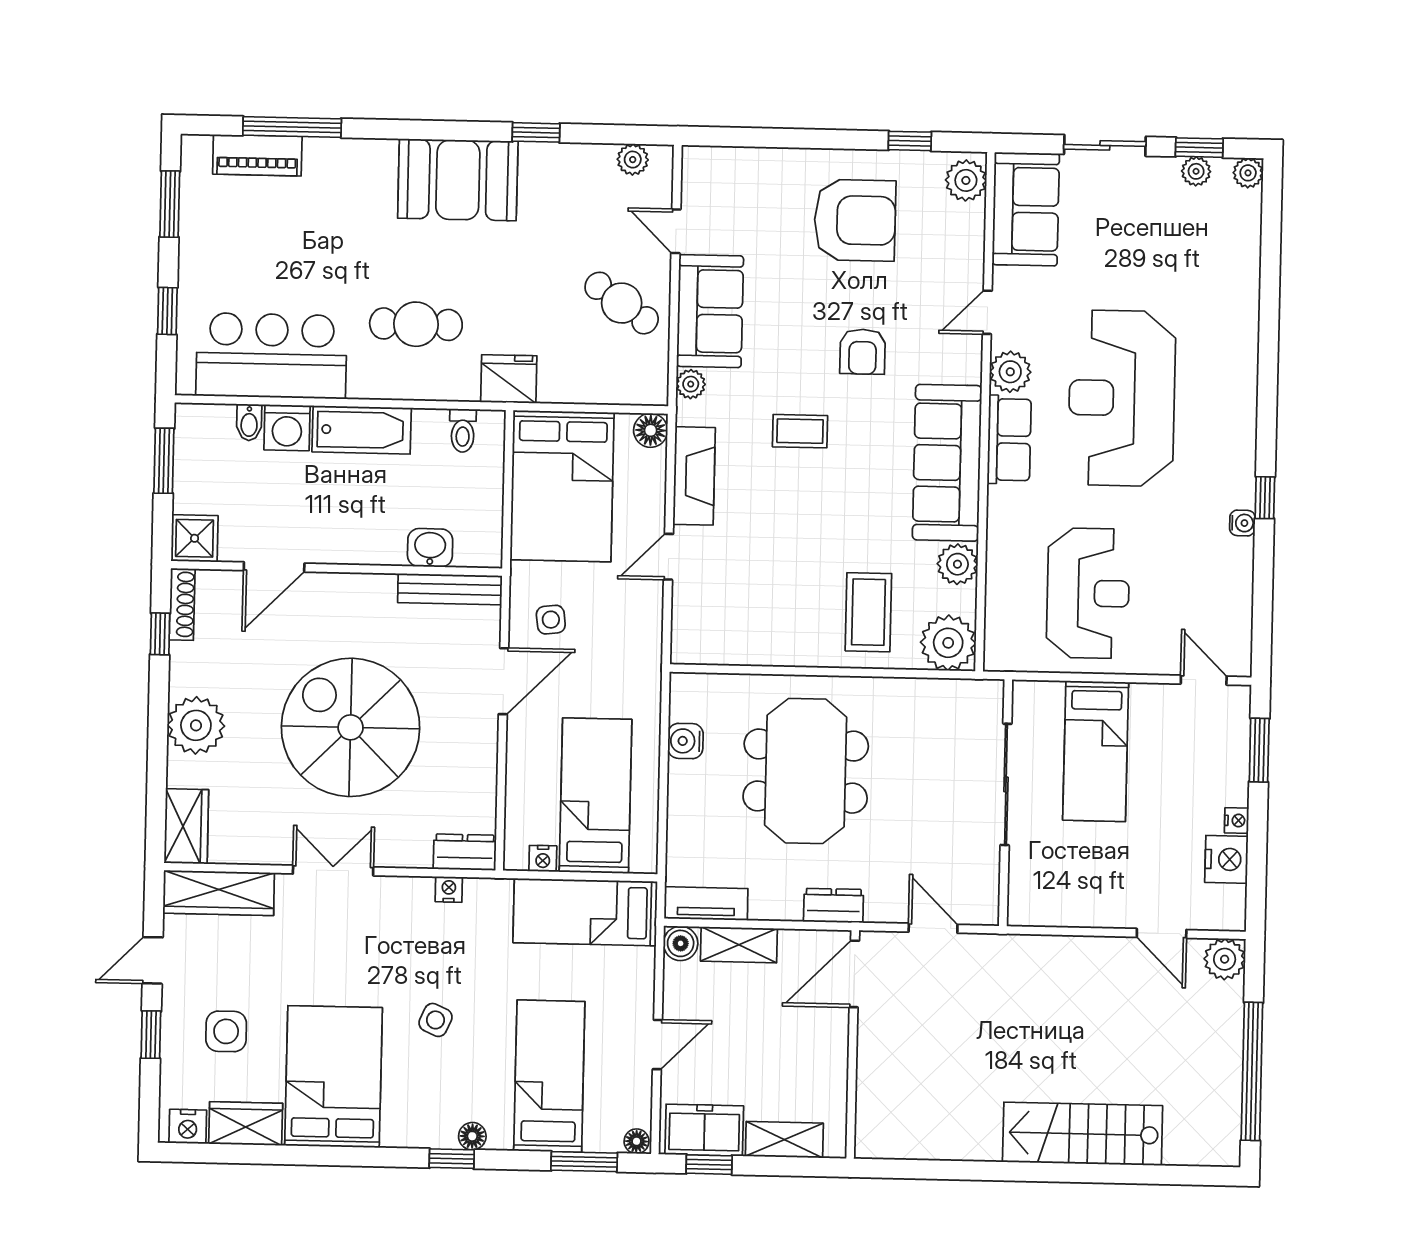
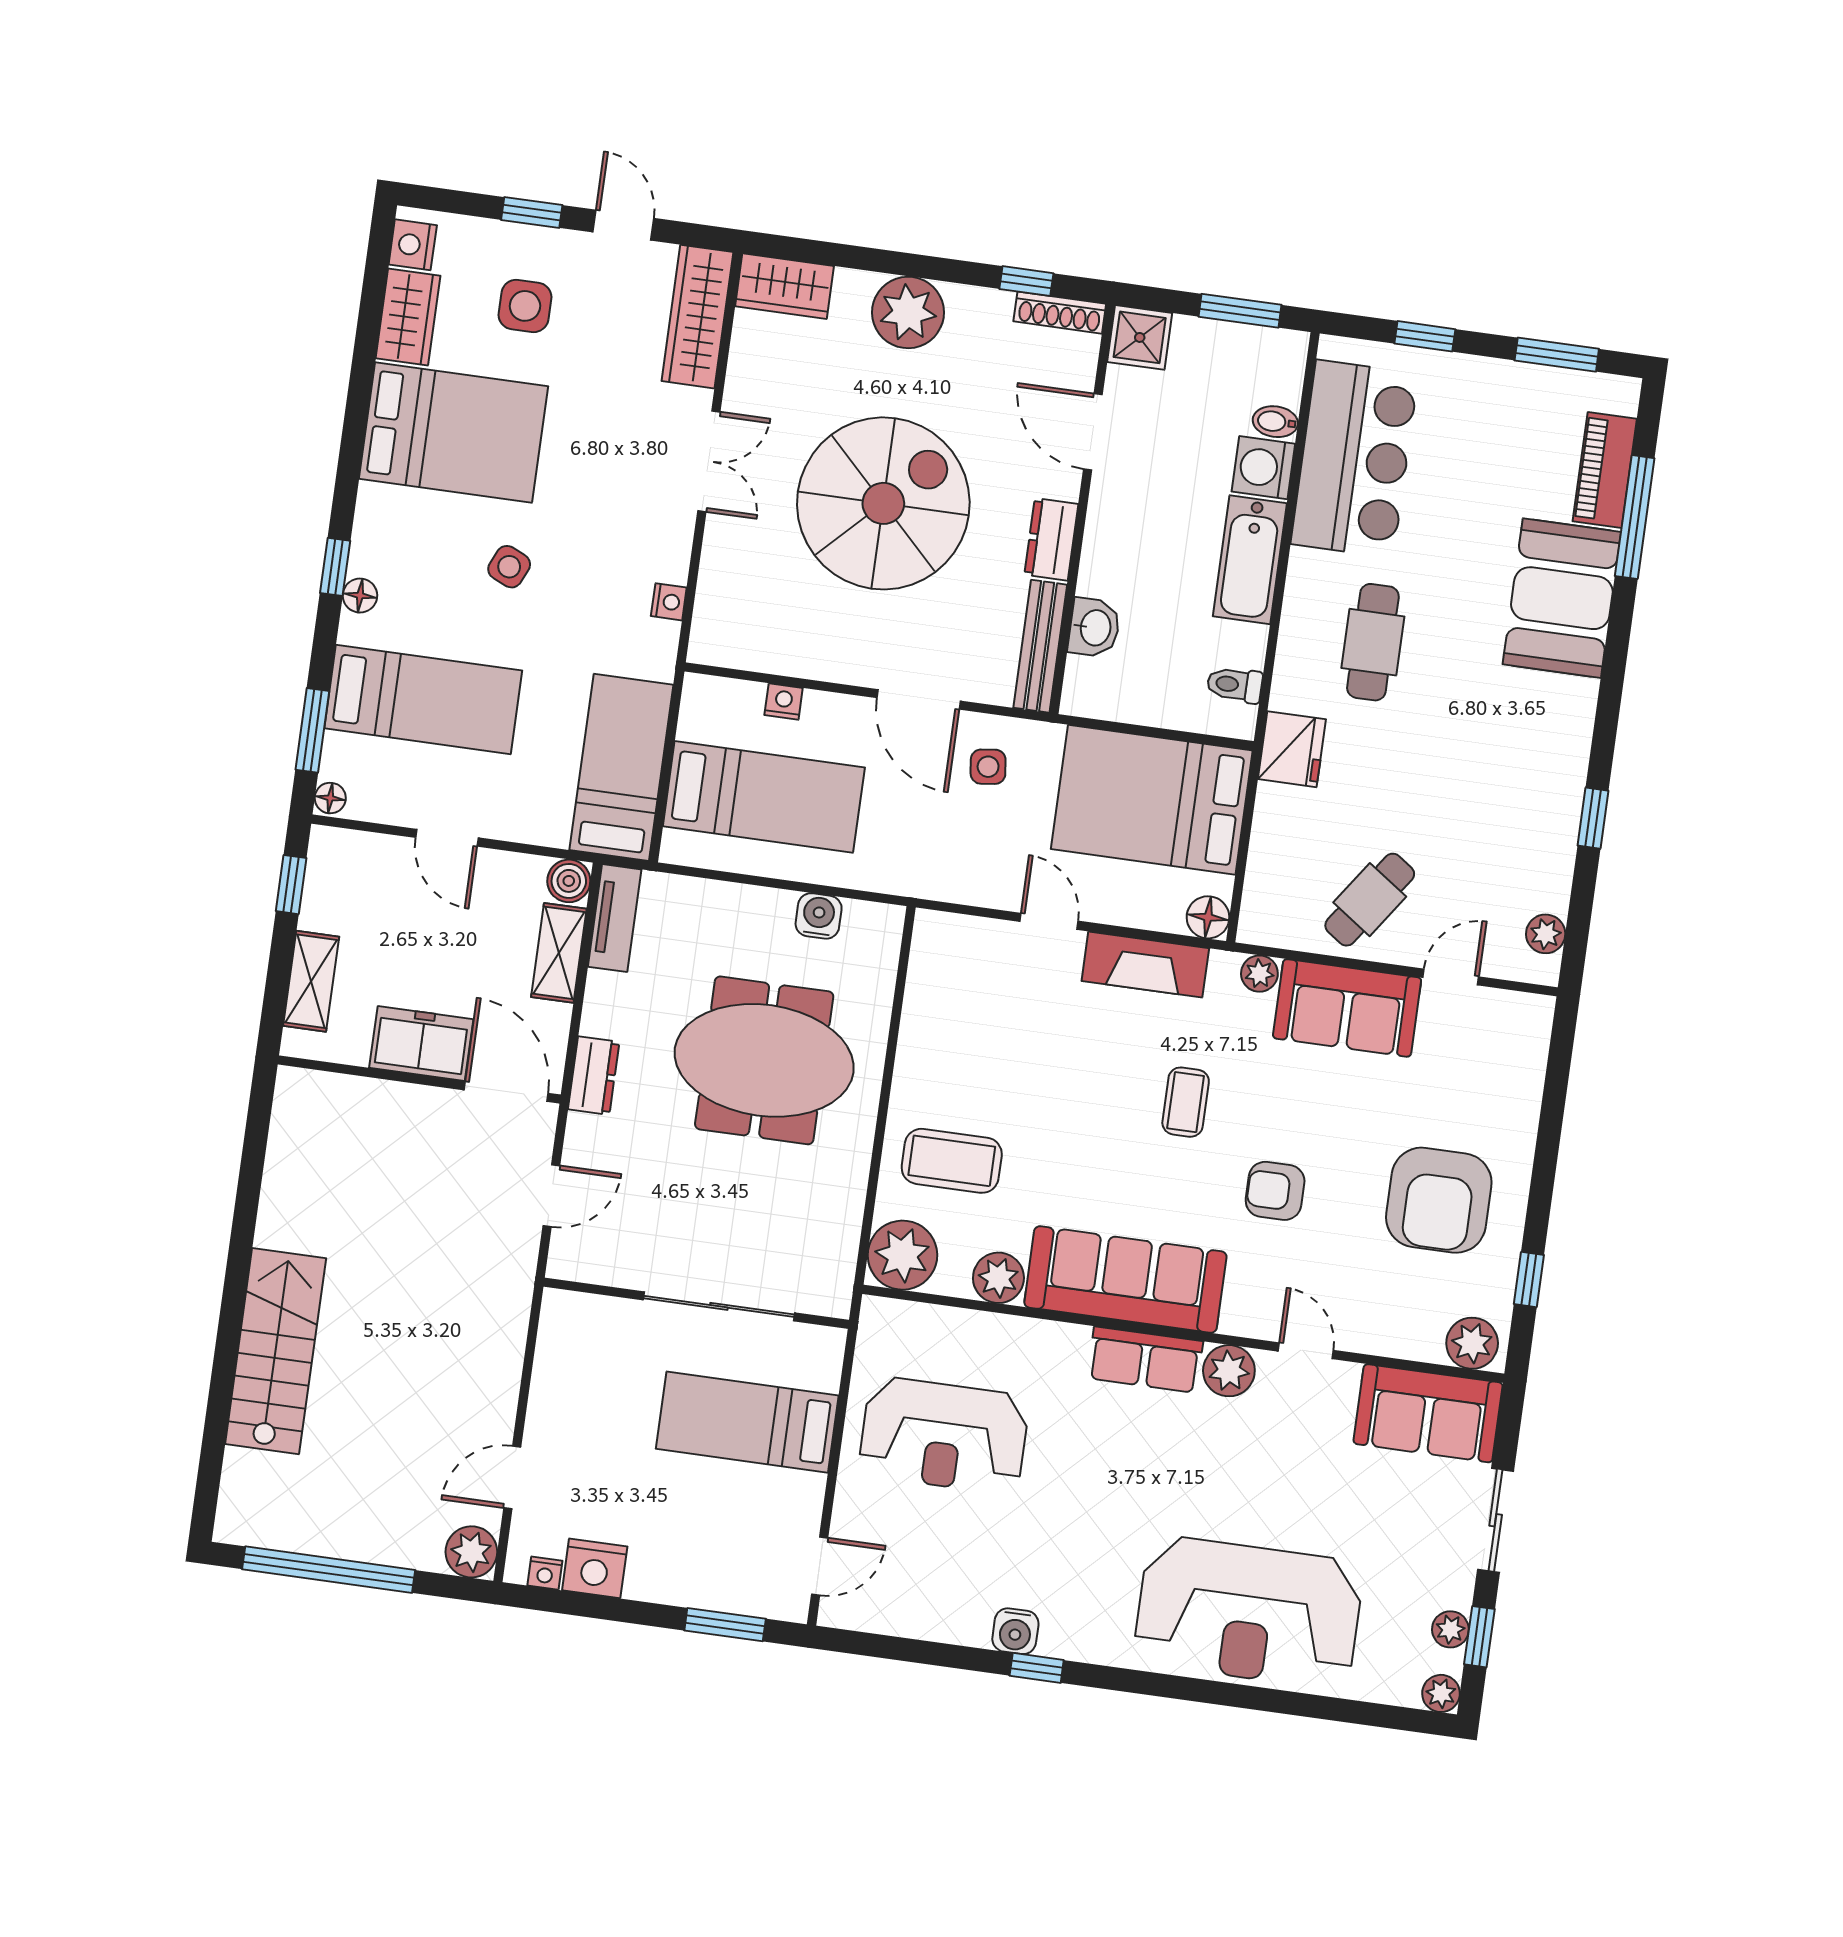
booth: (458, 180) -> (1562, 598), moved
reception desk: (1122, 398) -> (1249, 1612), moved, turned 180
water cooler: (1242, 523) -> (1015, 1631), width x1.38, depth x1.38
nightstand: (1237, 821) -> (545, 1573), moved
dresser: (465, 852) -> (1051, 539), moved, turned 180
nightstand: (543, 859) -> (784, 702), moved, turned 90
freezer: (704, 1130) -> (421, 1043), moved, turned -90

